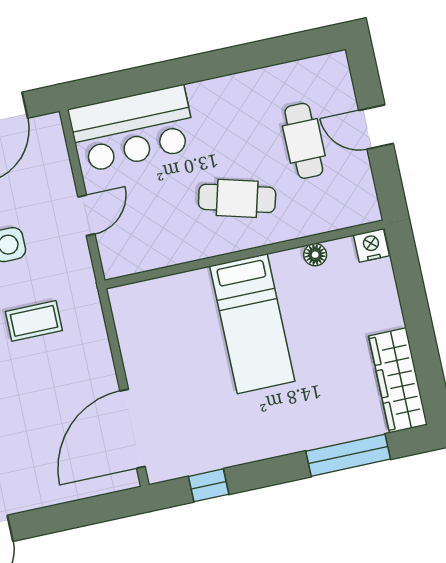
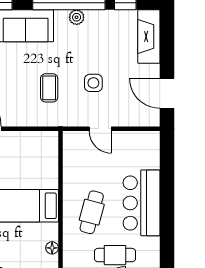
bar counter: (133, 129) -> (142, 203), moved

